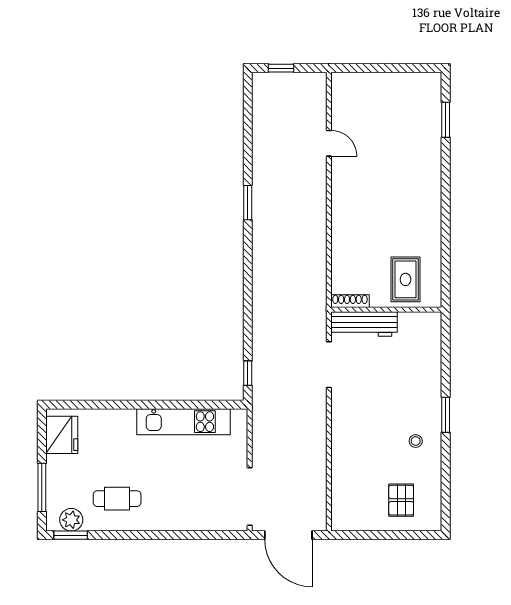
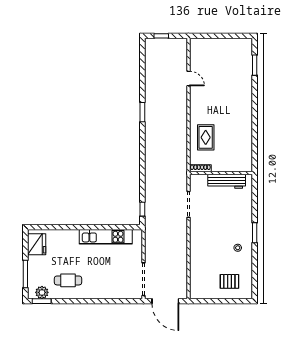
rug: (405, 279) -> (206, 137), moved
workbench: (364, 324) -> (227, 181), moved
pallet: (401, 500) -> (229, 281), turned 90

